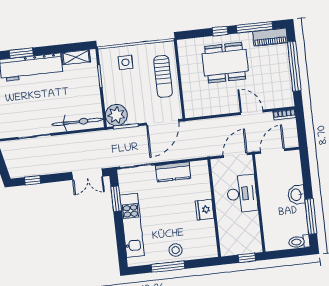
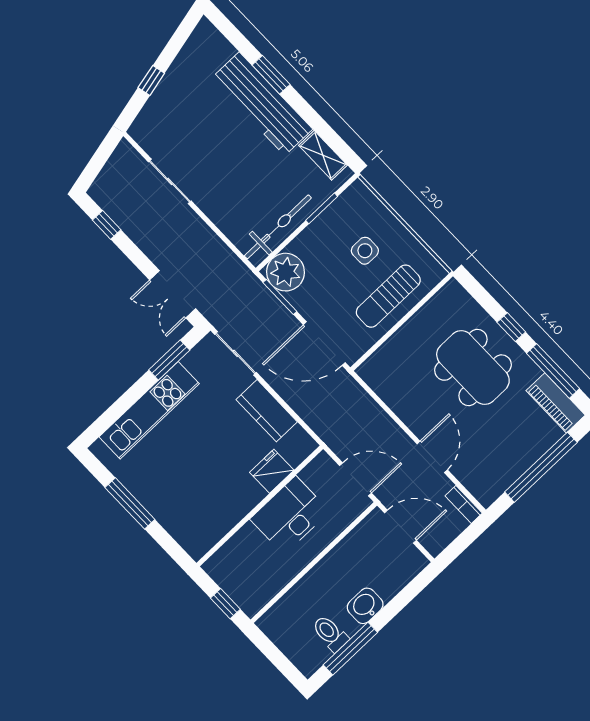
side table: (125, 62) -> (365, 251), moved
bicycle: (77, 122) -> (278, 227), moved, turned -90
desk: (242, 194) -> (290, 515), moved, turned 180
fridge: (205, 210) -> (272, 471), moved
toilet: (299, 242) -> (330, 633), moved
stool: (176, 250) -> (161, 497), removed

